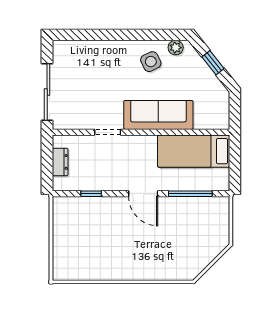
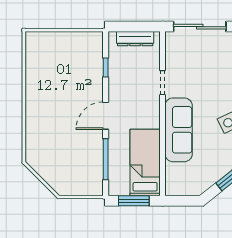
dresser: (60, 162) -> (135, 39), width x1.44
window: (235, 163) -> (134, 201), added

